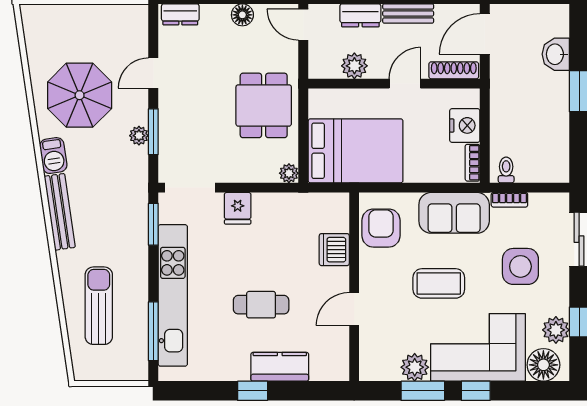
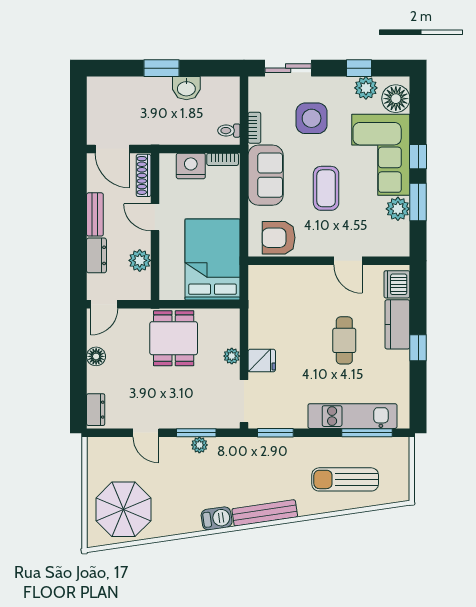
washbasin: (556, 54) -> (186, 88), moved
parasol: (80, 95) -> (123, 509), moved
dining table: (264, 105) -> (174, 338), turned 90
plant: (289, 173) -> (232, 356), moved
dishwasher: (334, 250) -> (397, 284), moved, turned 90
kitchen unit: (173, 295) -> (352, 416), width x0.73

